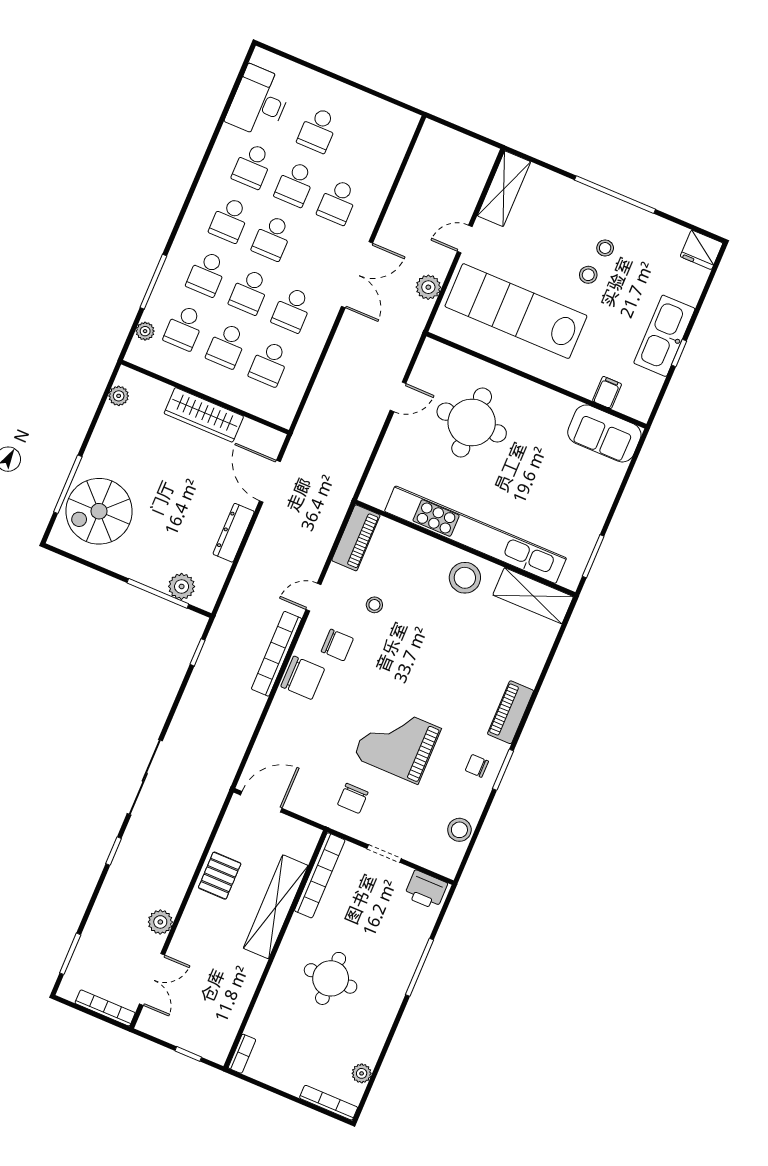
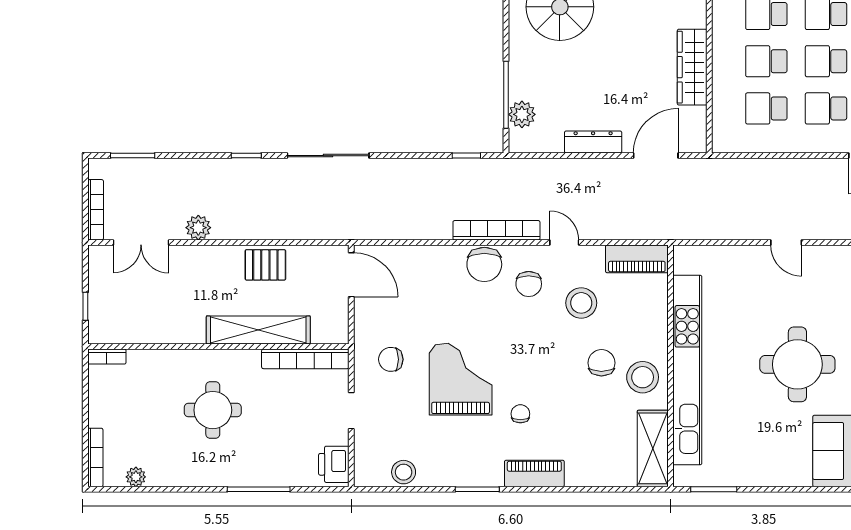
round table: (472, 422) -> (797, 364), moved
stool: (374, 605) -> (581, 303), width x1.89, depth x1.89
chair: (436, 609) -> (601, 363), added
chair: (477, 766) -> (520, 414), moved

